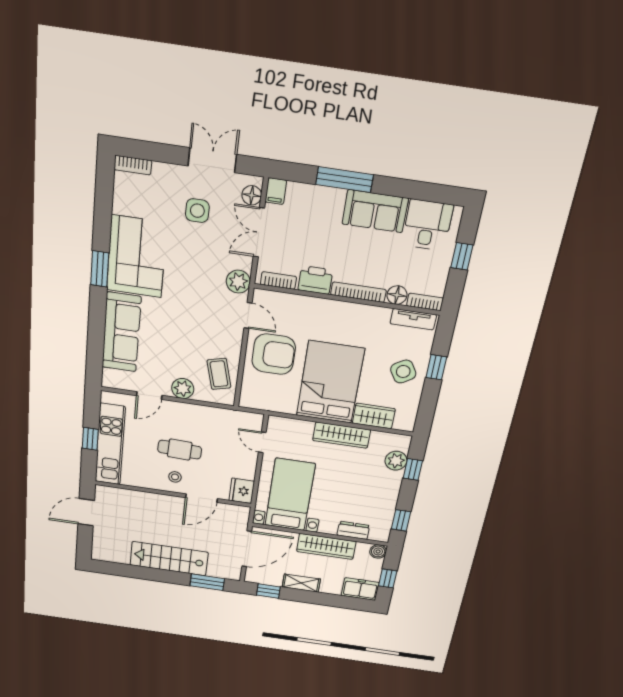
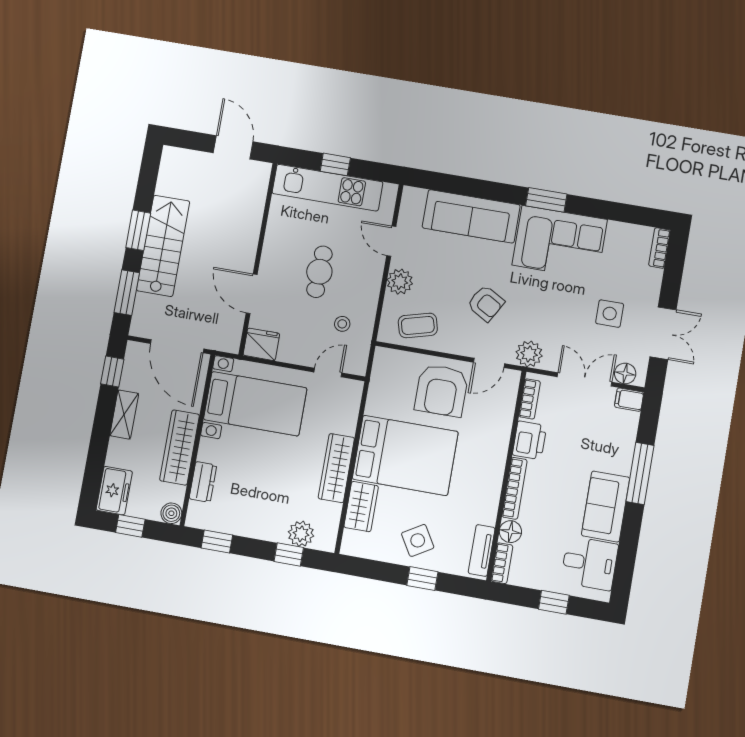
armchair: (196, 319) -> (486, 303), added
stool: (175, 477) -> (342, 324), moved
window: (159, 575) -> (138, 230), added

